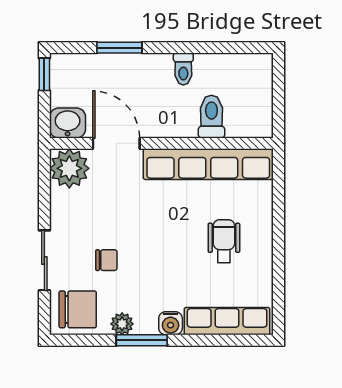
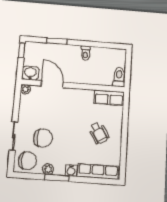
toilet: (211, 117) -> (119, 77), moved
row of seats: (208, 164) -> (109, 98), width x0.50
plant: (69, 168) -> (25, 89), width x0.53, depth x0.53
wheelchair: (224, 241) -> (99, 133), turned 149
chair: (106, 260) -> (43, 138), width x1.87, depth x1.87

